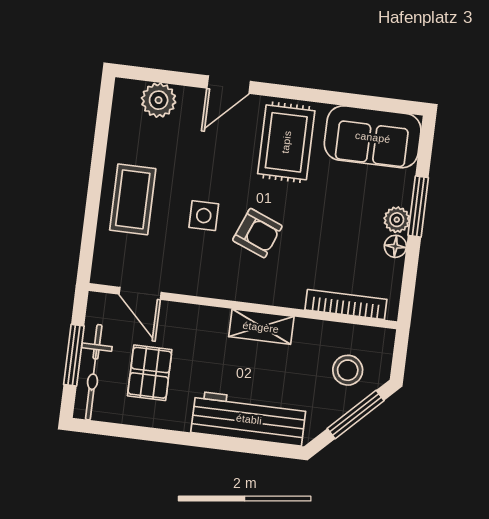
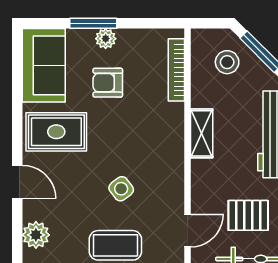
side table: (204, 216) -> (121, 189), turned -37
armchair: (257, 233) -> (108, 83), moved, turned -112
floor lamp: (395, 246) -> (126, 37), removed

